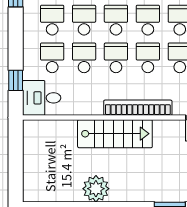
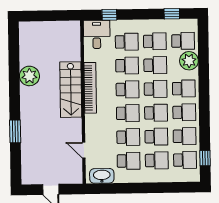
bookcase: (138, 108) -> (90, 88), moved

